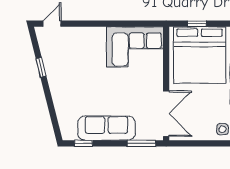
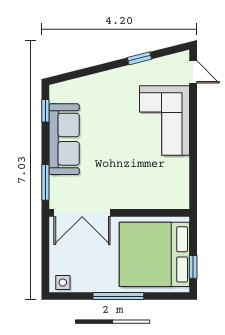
window: (197, 24) -> (193, 267), moved
corner sofa: (135, 47) -> (164, 121), moved

